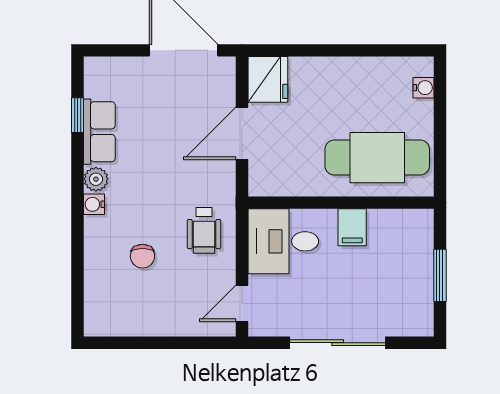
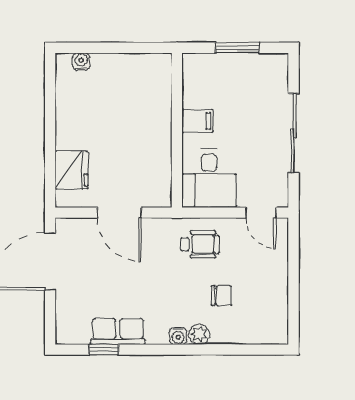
fridge: (268, 79) -> (72, 170), moved, turned 90
cafe table: (377, 158) -> (139, 100), removed
plant: (96, 179) -> (199, 334), moved

